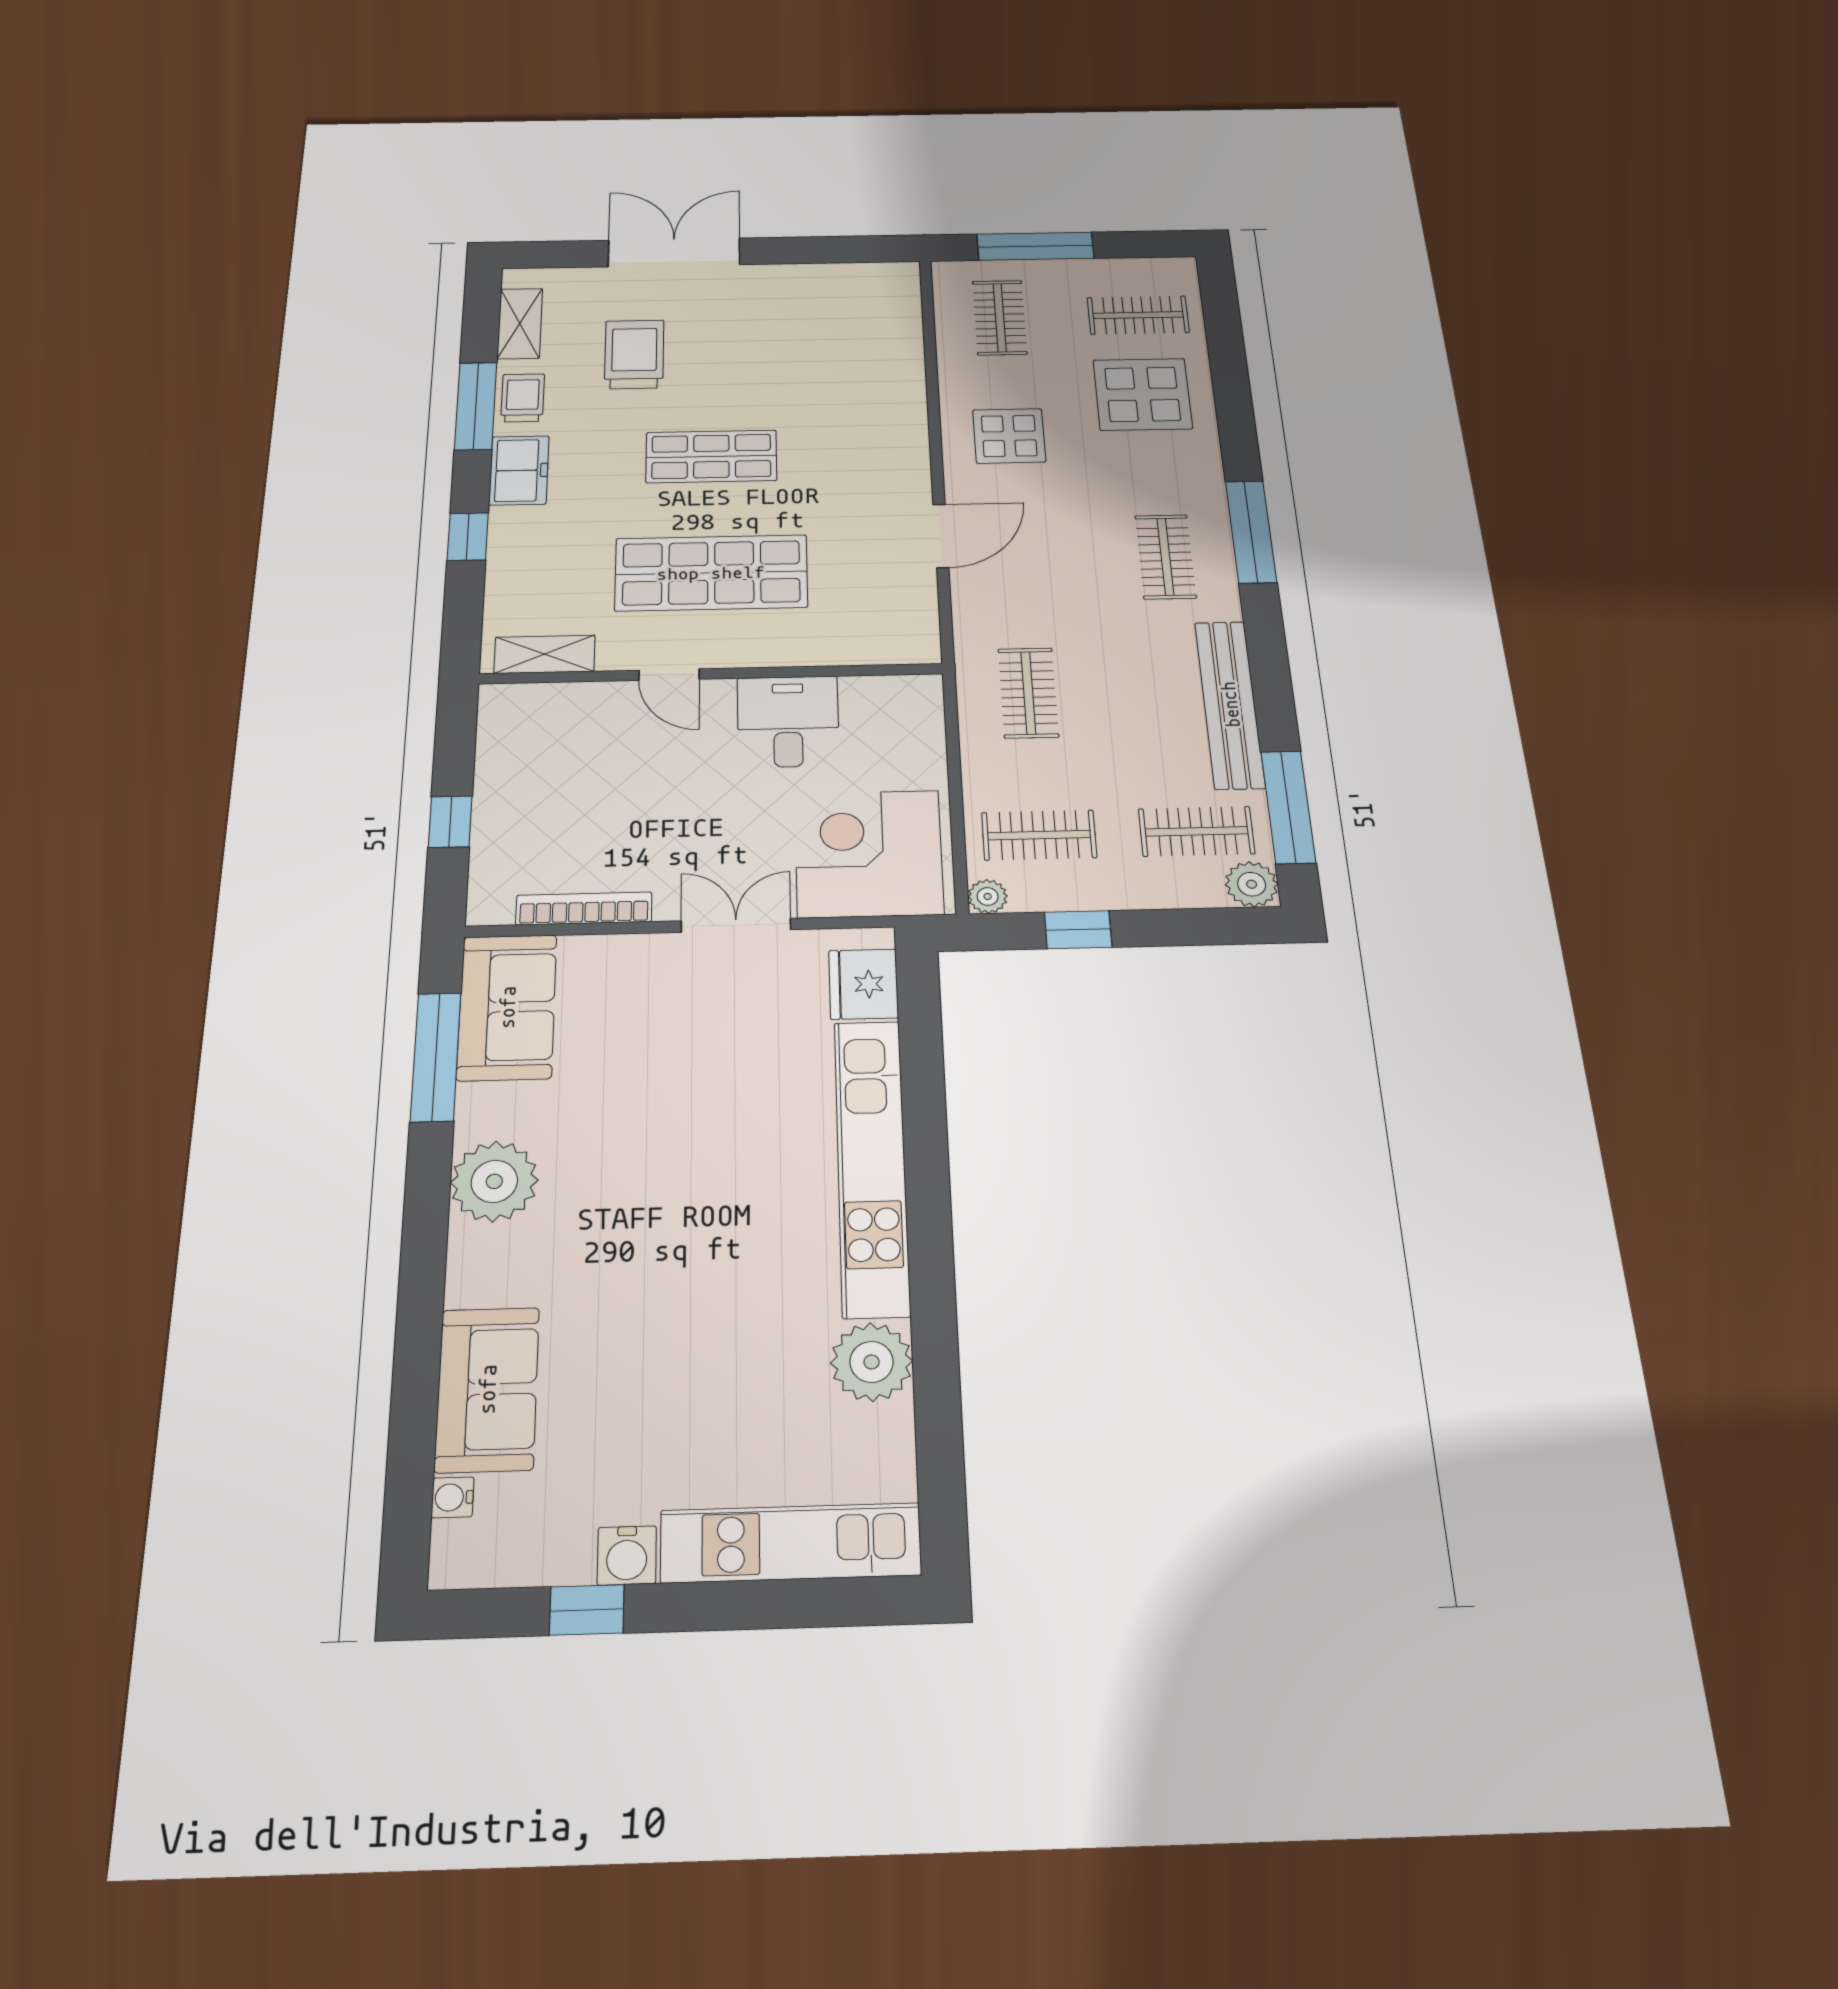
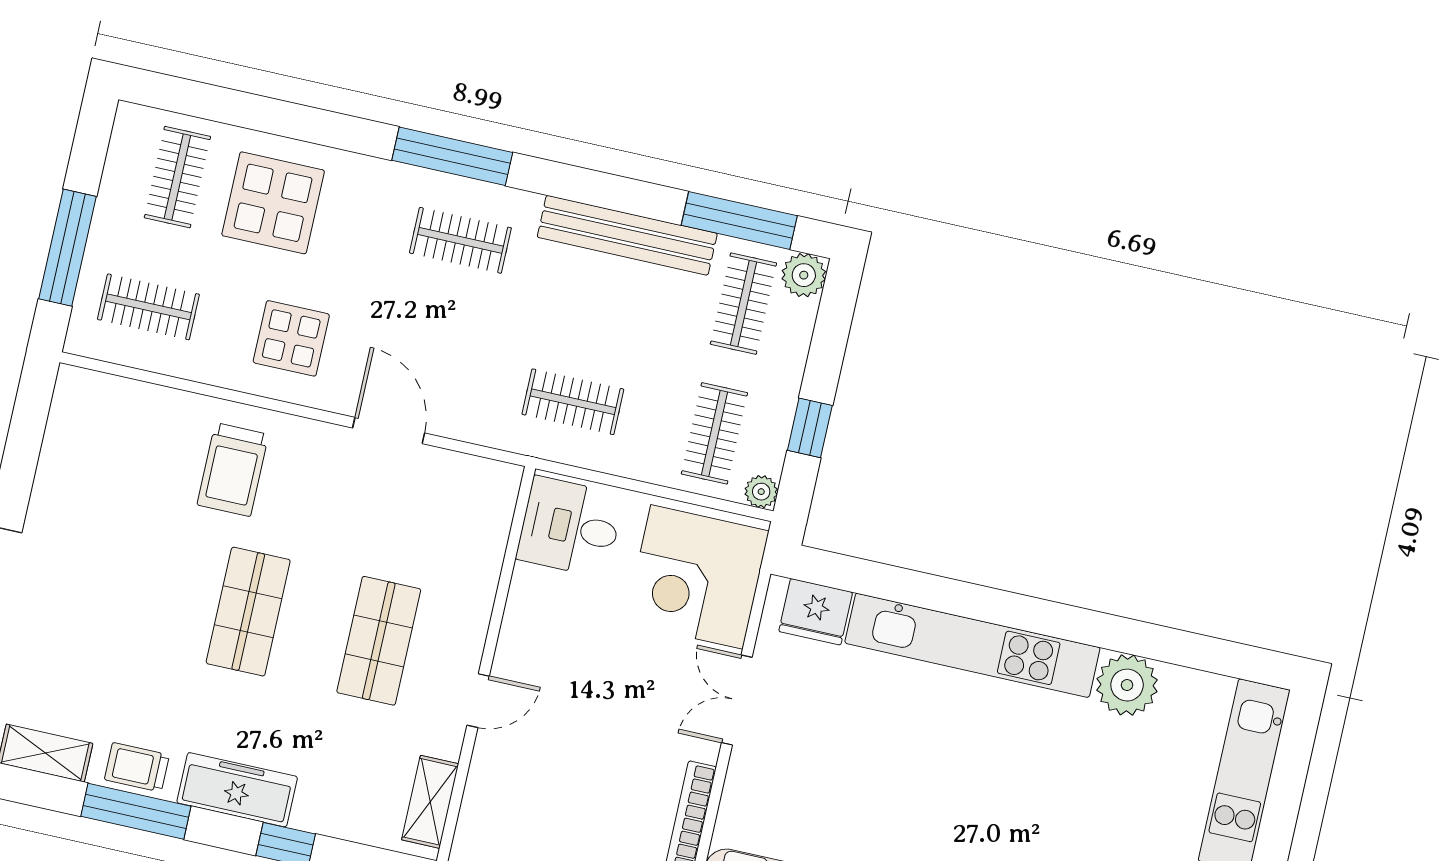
trolley: (634, 354) -> (233, 470), moved, turned -90
freezer: (519, 470) -> (237, 790), width x1.40
shop shelf: (711, 573) -> (379, 641), width x0.70, depth x0.74
desk: (788, 722) -> (570, 527), moved

